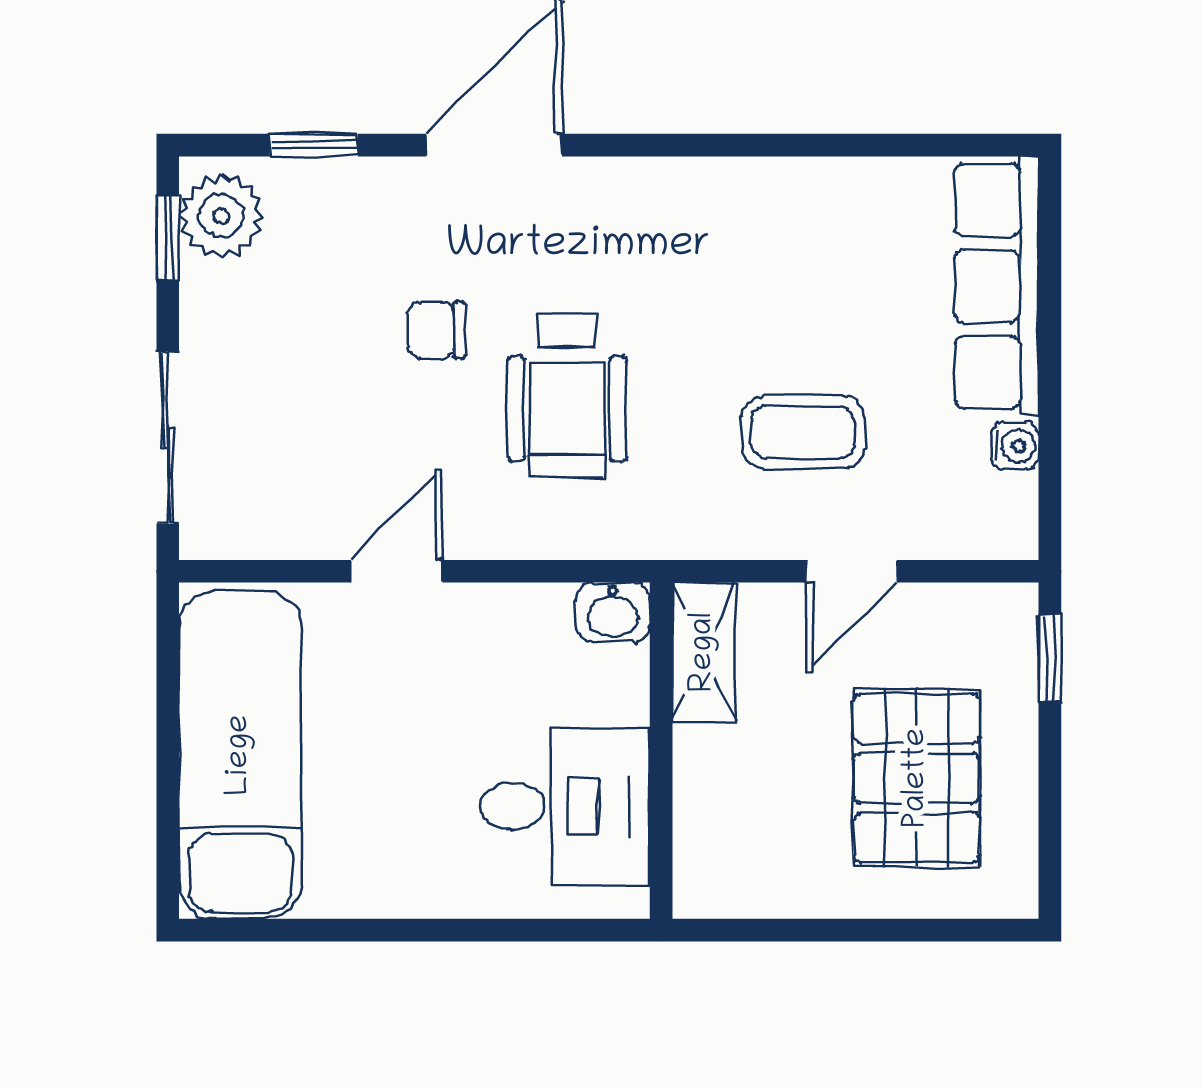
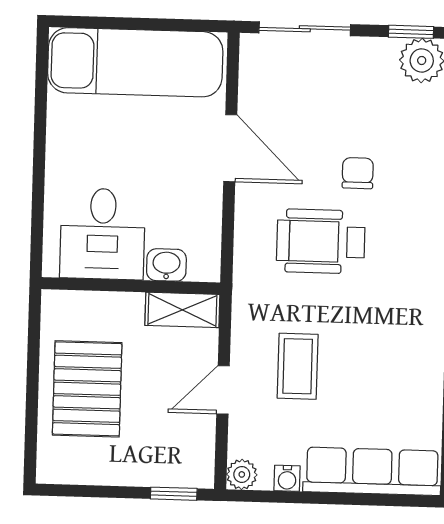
plant: (1010, 531) -> (242, 474), added
door: (397, 571) -> (230, 148), width x1.38
door: (852, 571) -> (223, 390), hinge flipped
washbasin: (613, 612) -> (166, 265), moved, turned 90
pallet: (917, 778) -> (87, 389), moved, turned 90

